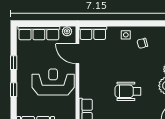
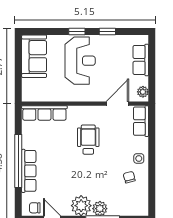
row of seats: (39, 33) -> (141, 60), width x0.68
reception desk: (53, 82) -> (80, 61), moved
wheelchair: (128, 91) -> (88, 140), moved

